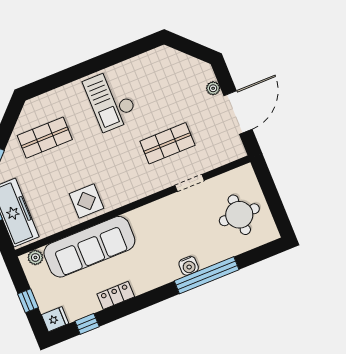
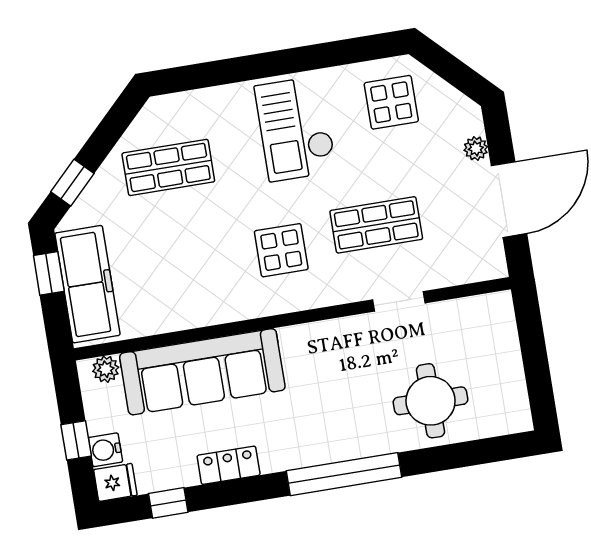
display table: (160, 73) -> (391, 102), added
display table: (87, 201) -> (281, 250), moved
round table: (239, 215) -> (431, 401), moved
water cooler: (189, 266) -> (105, 450), moved, turned 90
window: (207, 275) -> (344, 474), moved

